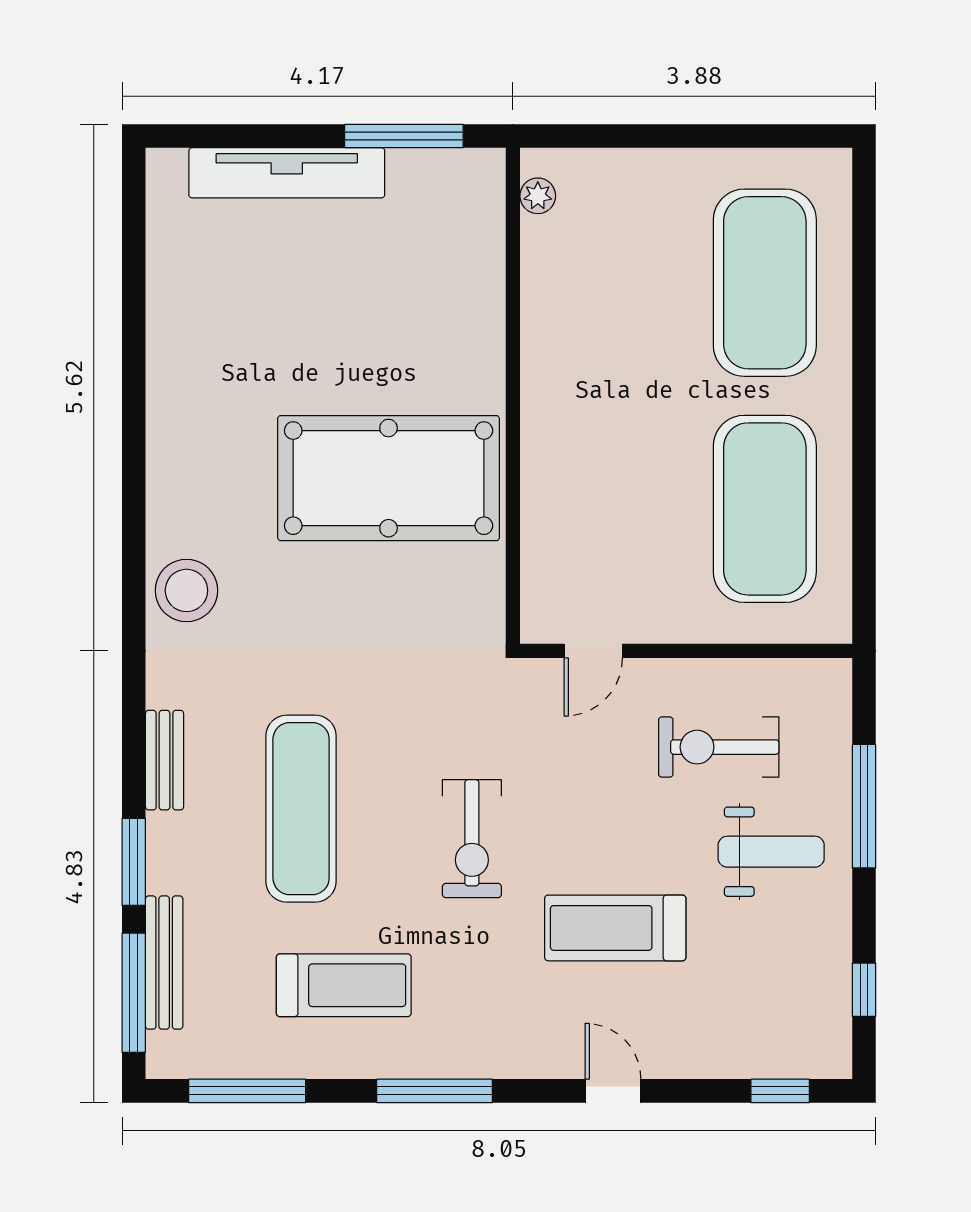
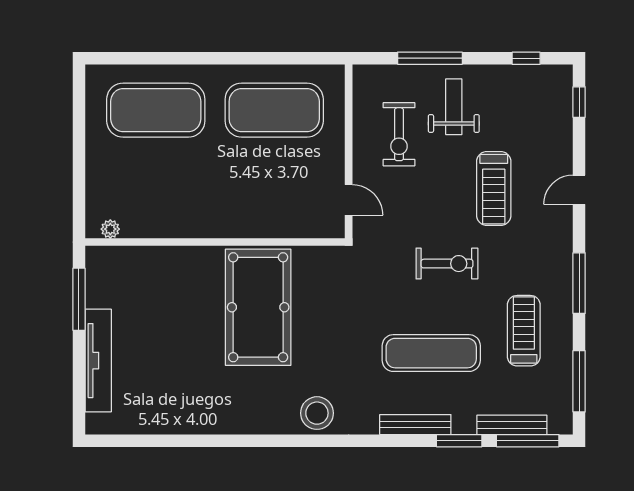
bench: (165, 760) -> (415, 425), width x1.36

